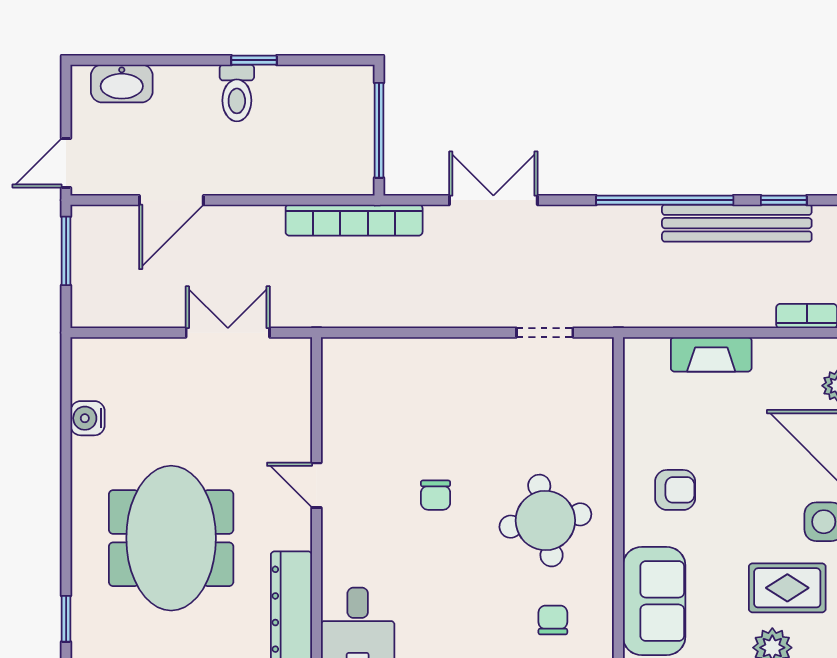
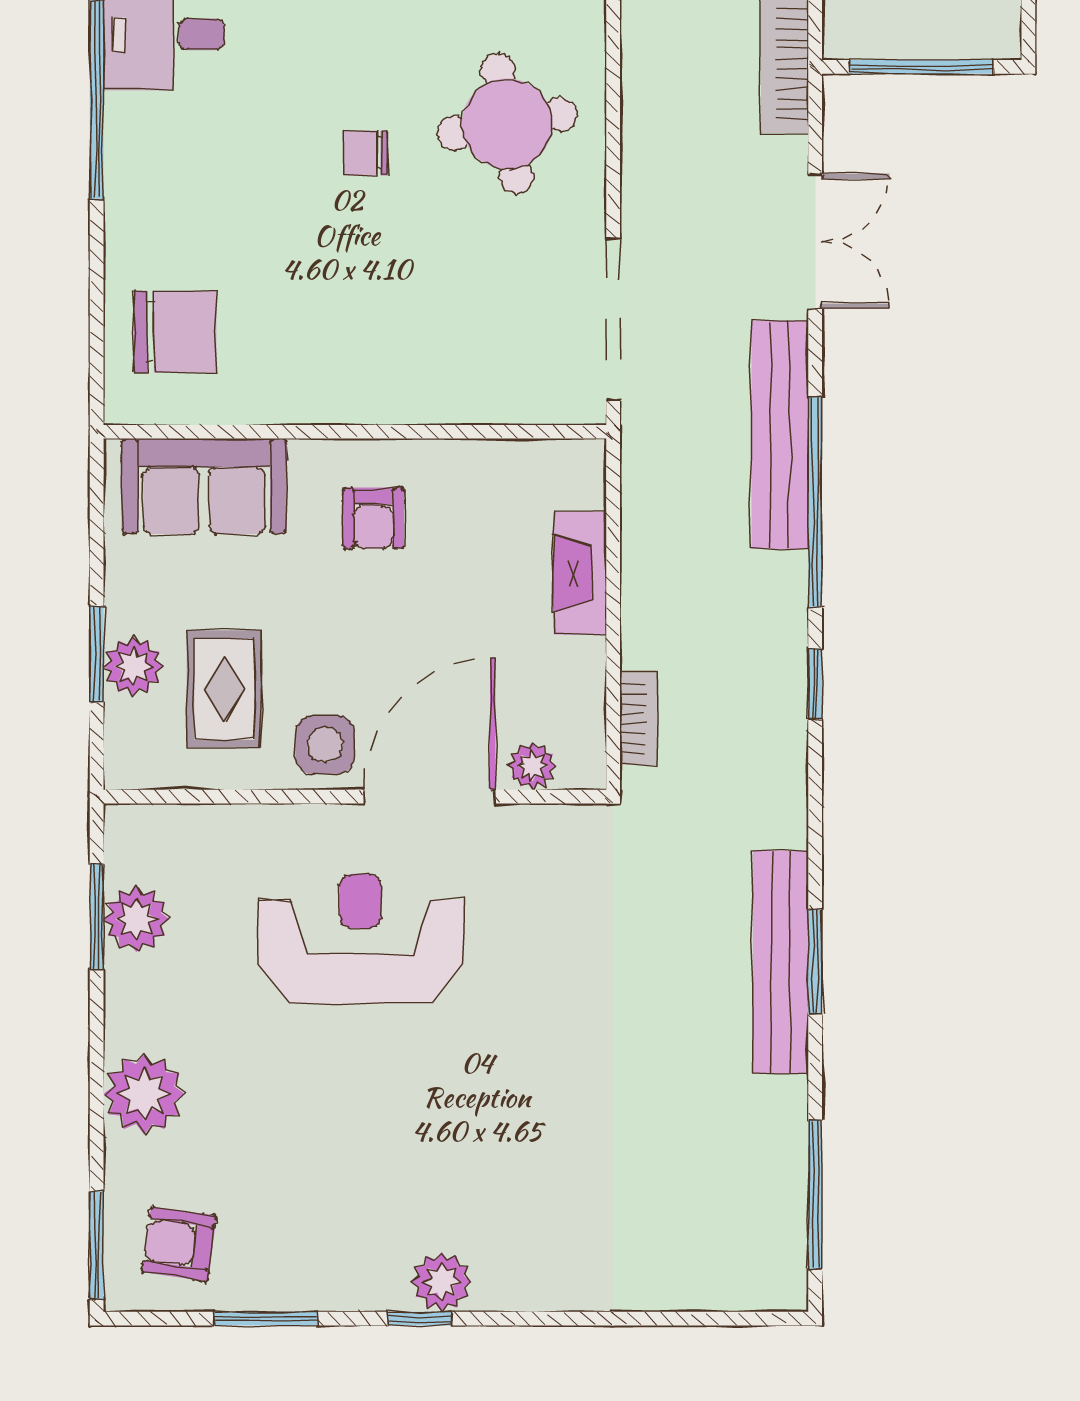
bench: (737, 223) -> (780, 435), moved
doorway: (545, 333) -> (613, 320), width x1.88
round table: (545, 521) -> (507, 124), moved
chair: (553, 620) -> (175, 332), width x1.87, depth x1.87

